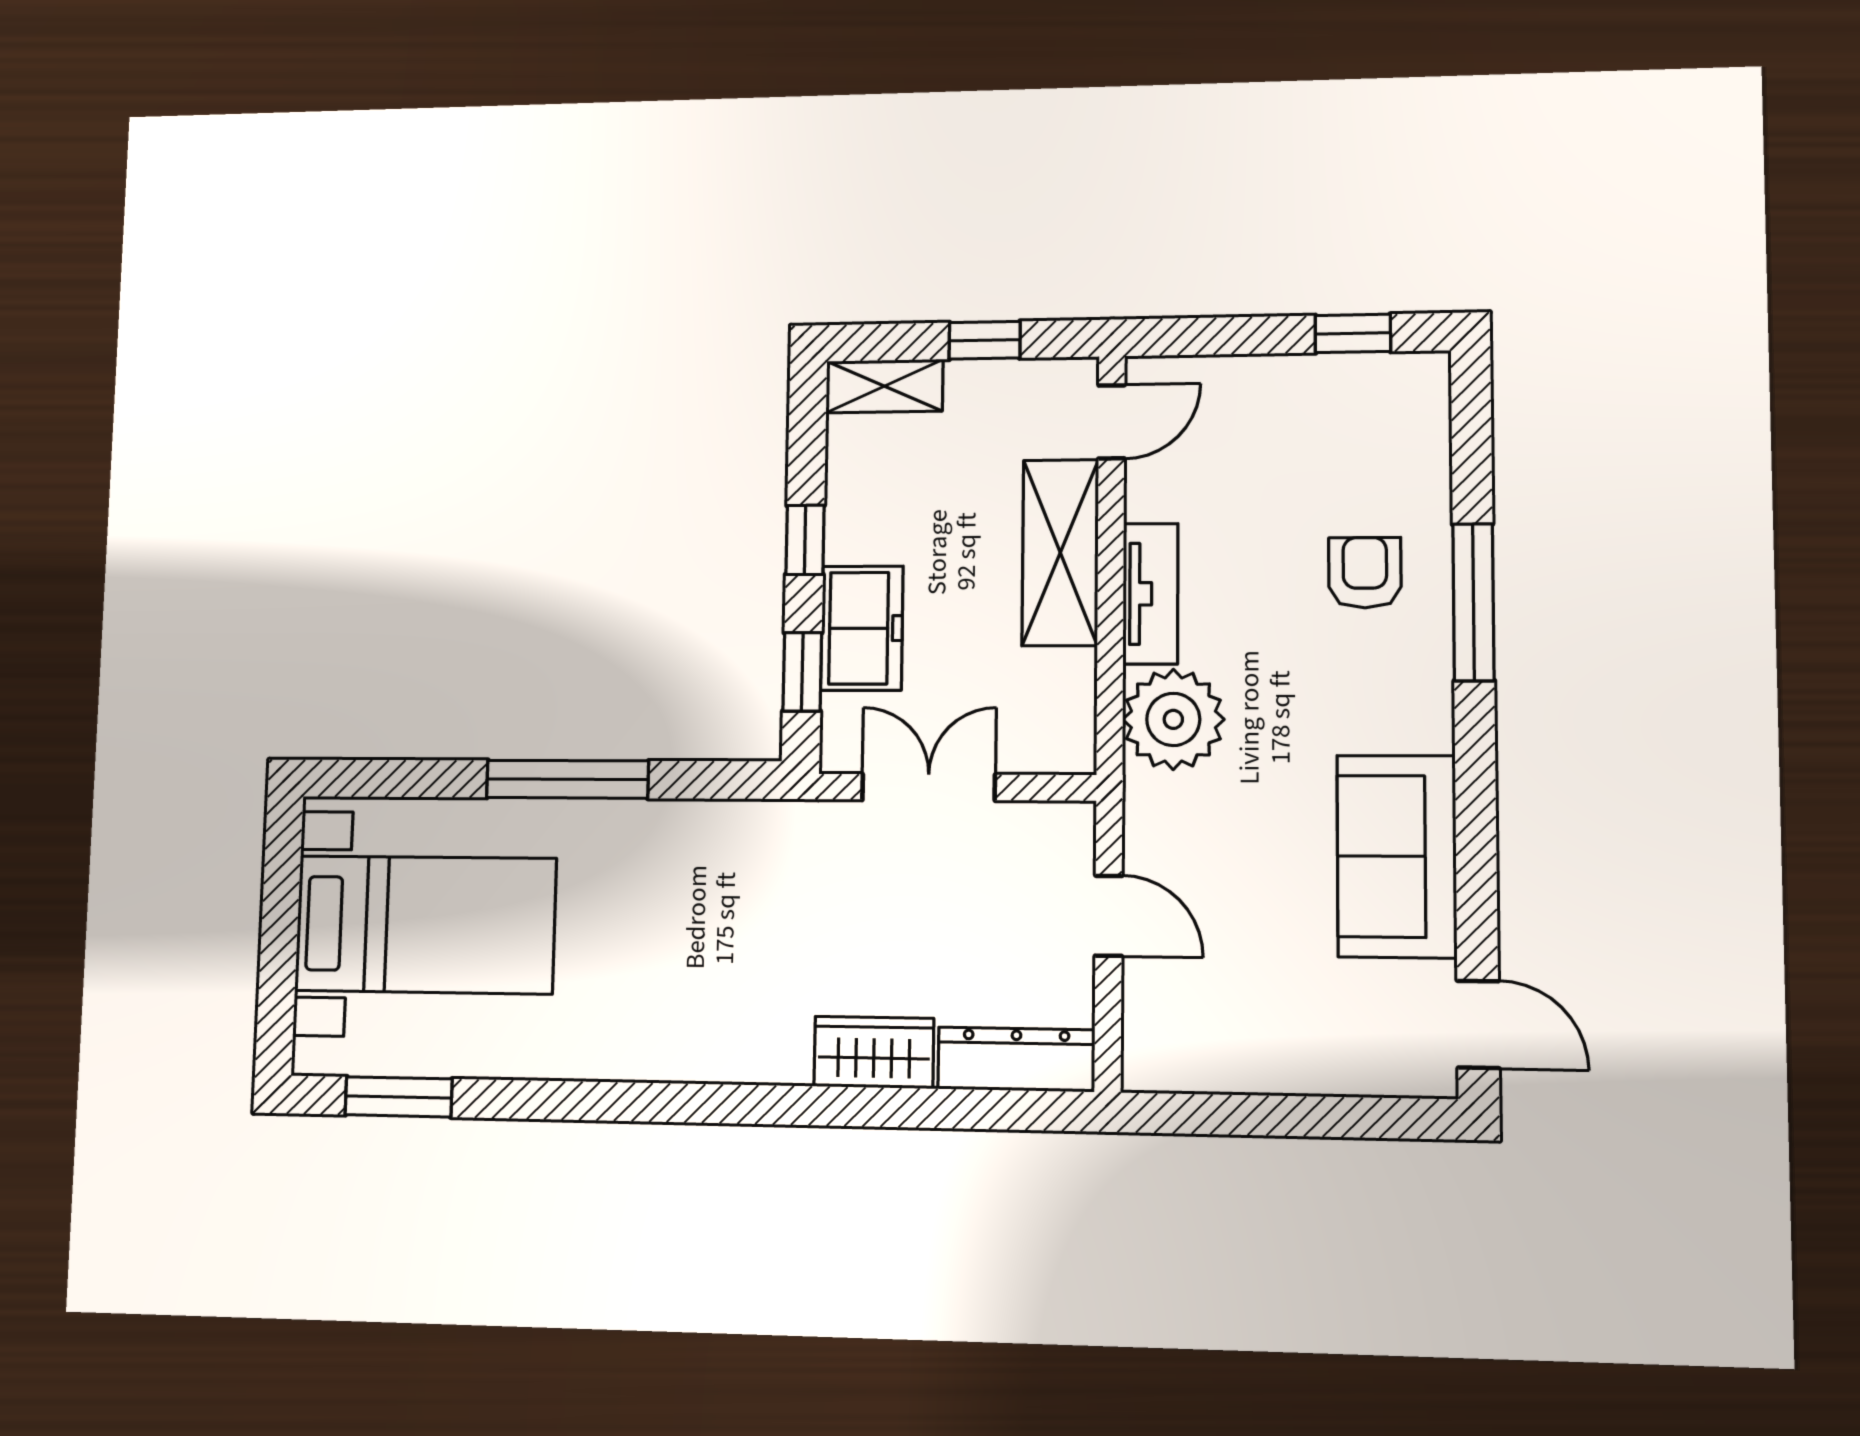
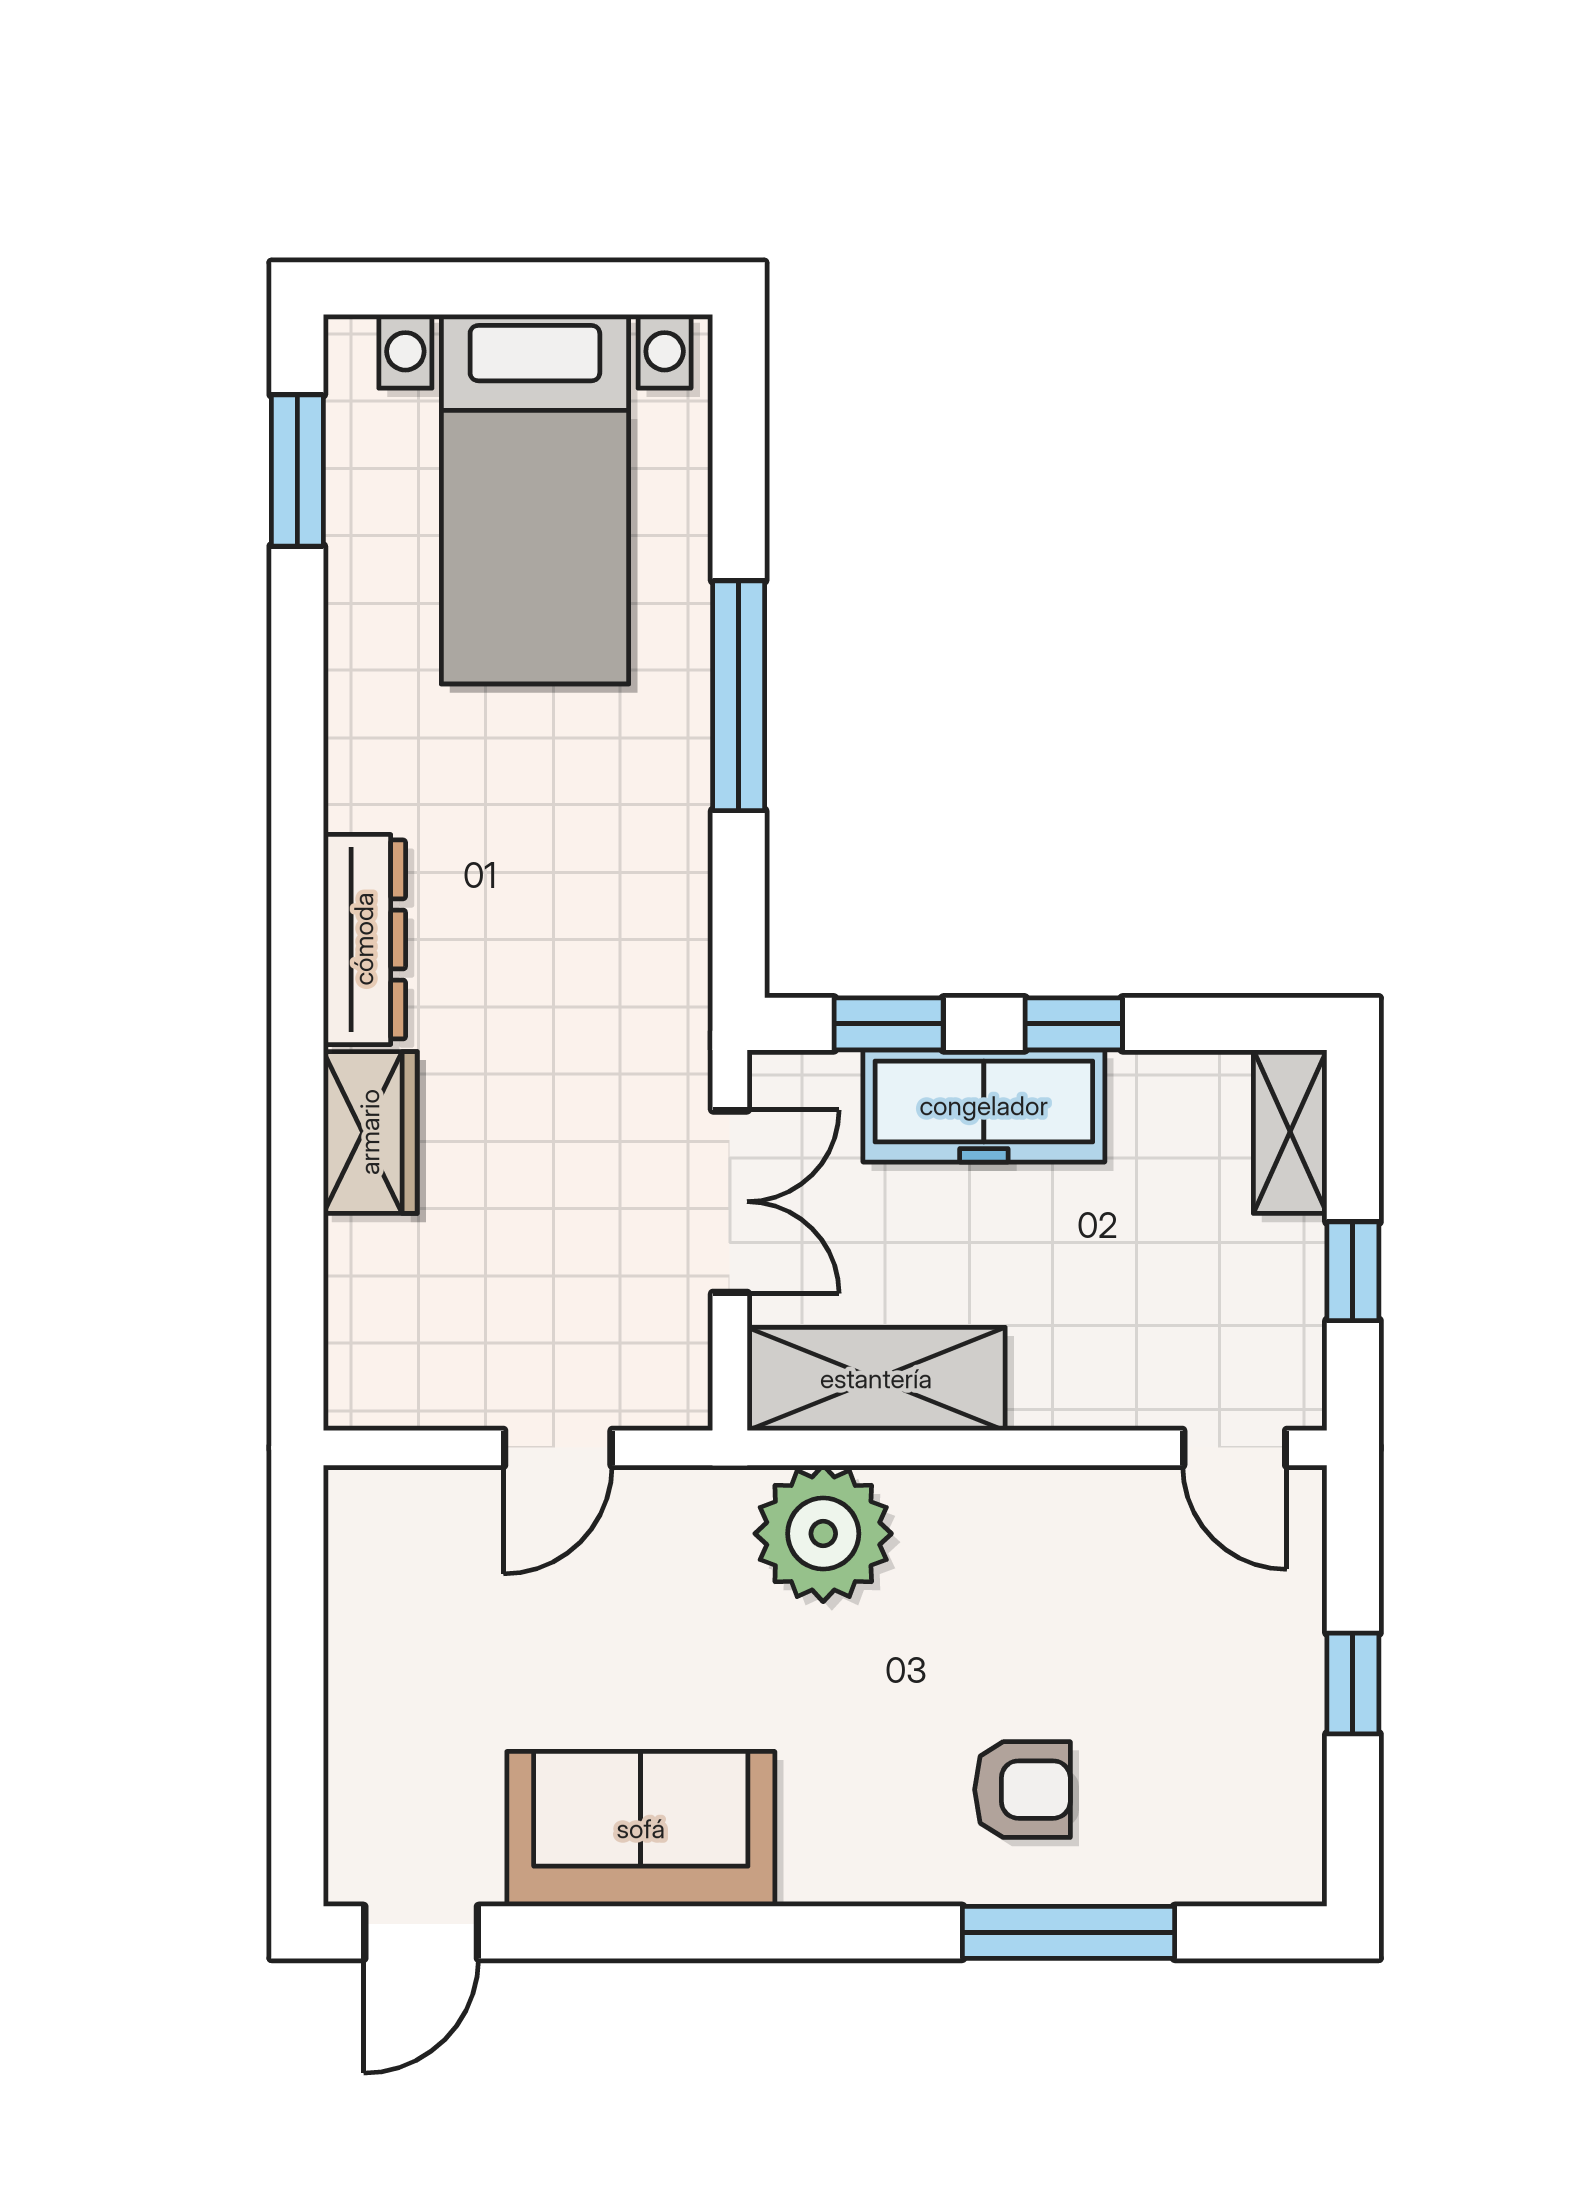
window: (1353, 333) -> (1353, 1684), moved
shelving: (1060, 553) -> (876, 1379), moved
tv unit: (1150, 594) -> (995, 1502), removed
window: (1473, 602) -> (1069, 1932), moved
freezer: (862, 628) -> (984, 1106), width x1.40
dresser: (1016, 1059) -> (364, 939), moved

